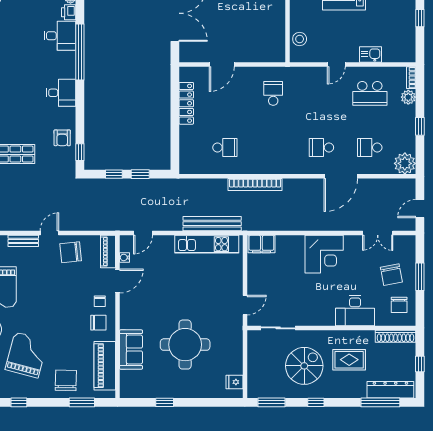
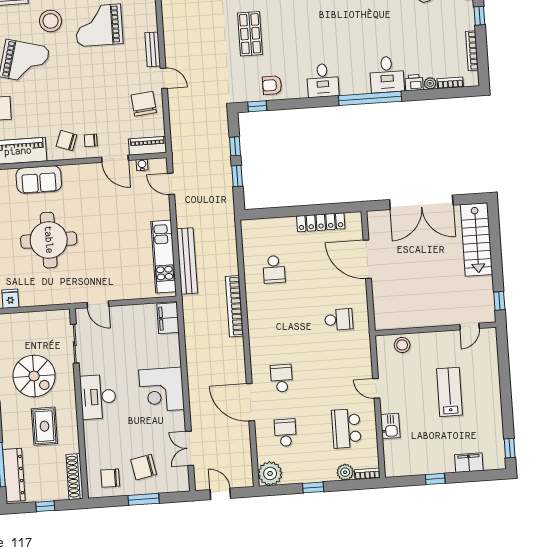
door: (222, 64) -> (367, 259), width x1.36
desk: (355, 311) -> (98, 397), moved
chair: (98, 323) -> (67, 141), turned 110

